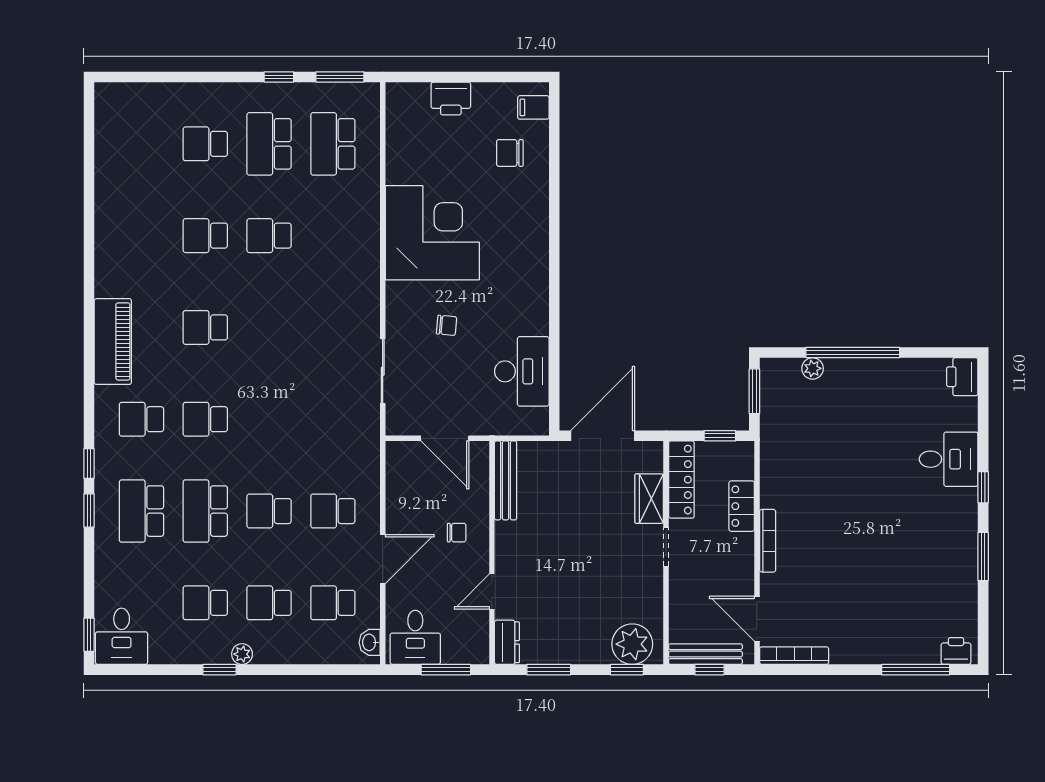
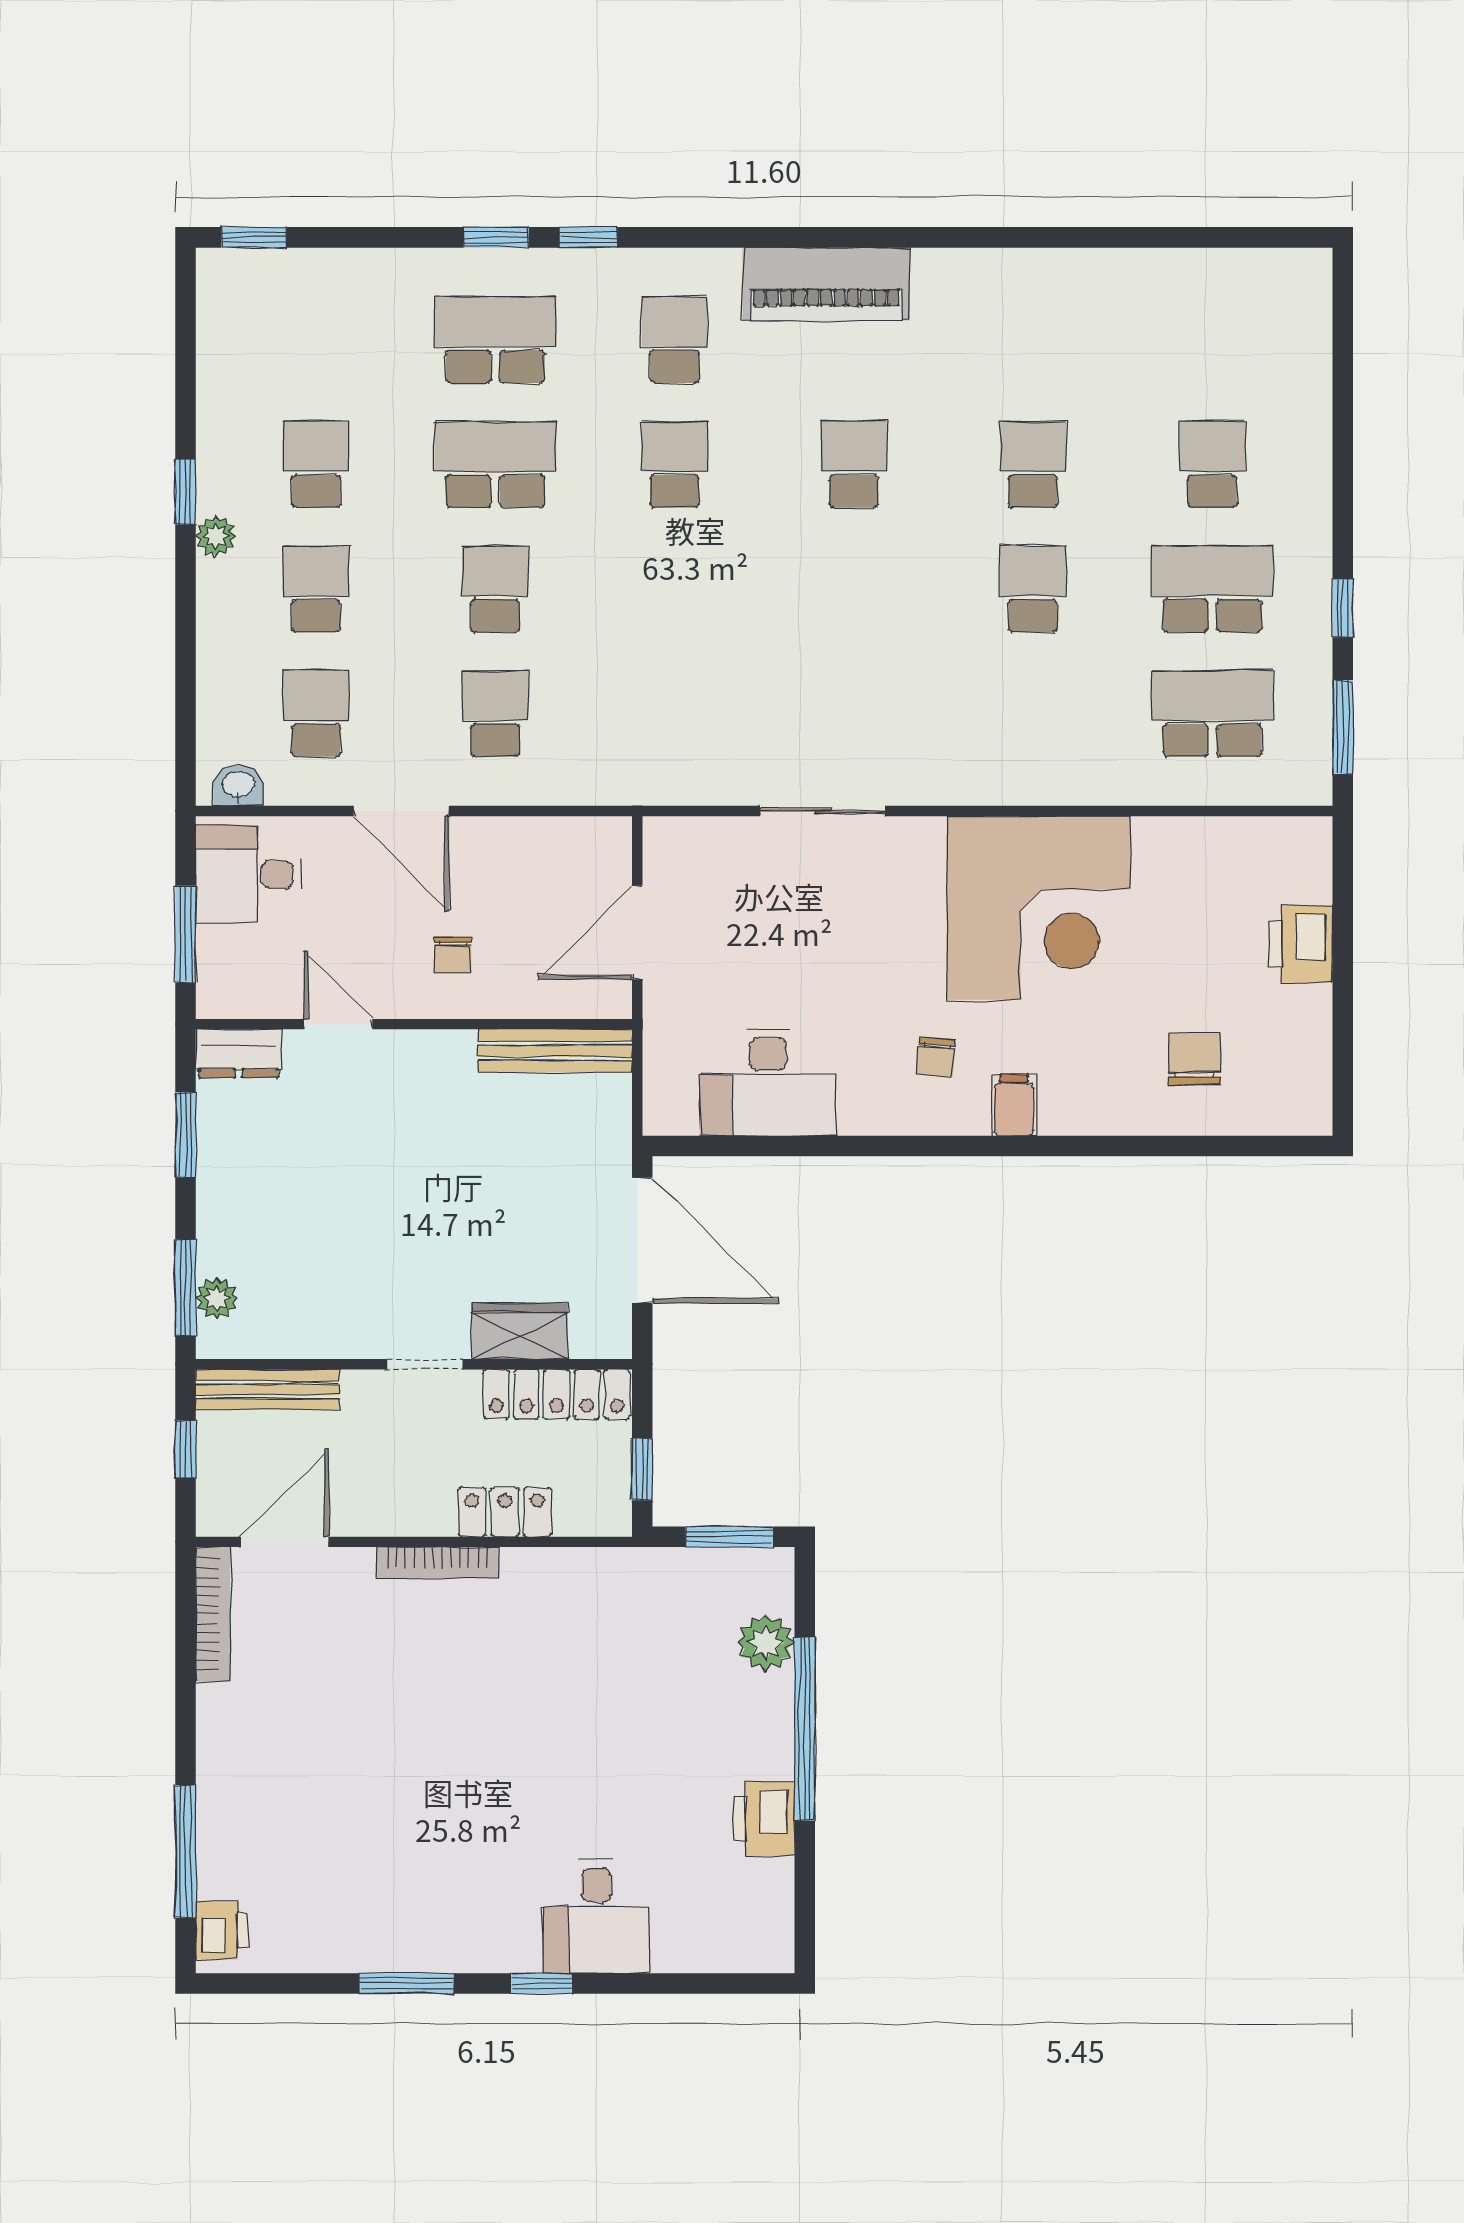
filing cabinet: (533, 107) -> (1014, 1105), moved
chair: (447, 325) -> (936, 1057), moved
plant: (813, 368) -> (766, 1643), width x1.38, depth x1.38
sliding door: (383, 371) -> (823, 811), moved
printer: (962, 377) -> (764, 1819), moved, turned -90
desk: (122, 636) -> (251, 301), removed
plant: (632, 644) -> (217, 1298), width x0.53, depth x0.53
bench: (705, 654) -> (268, 1389), moved, turned 90
window: (627, 670) -> (185, 1288), width x1.50

